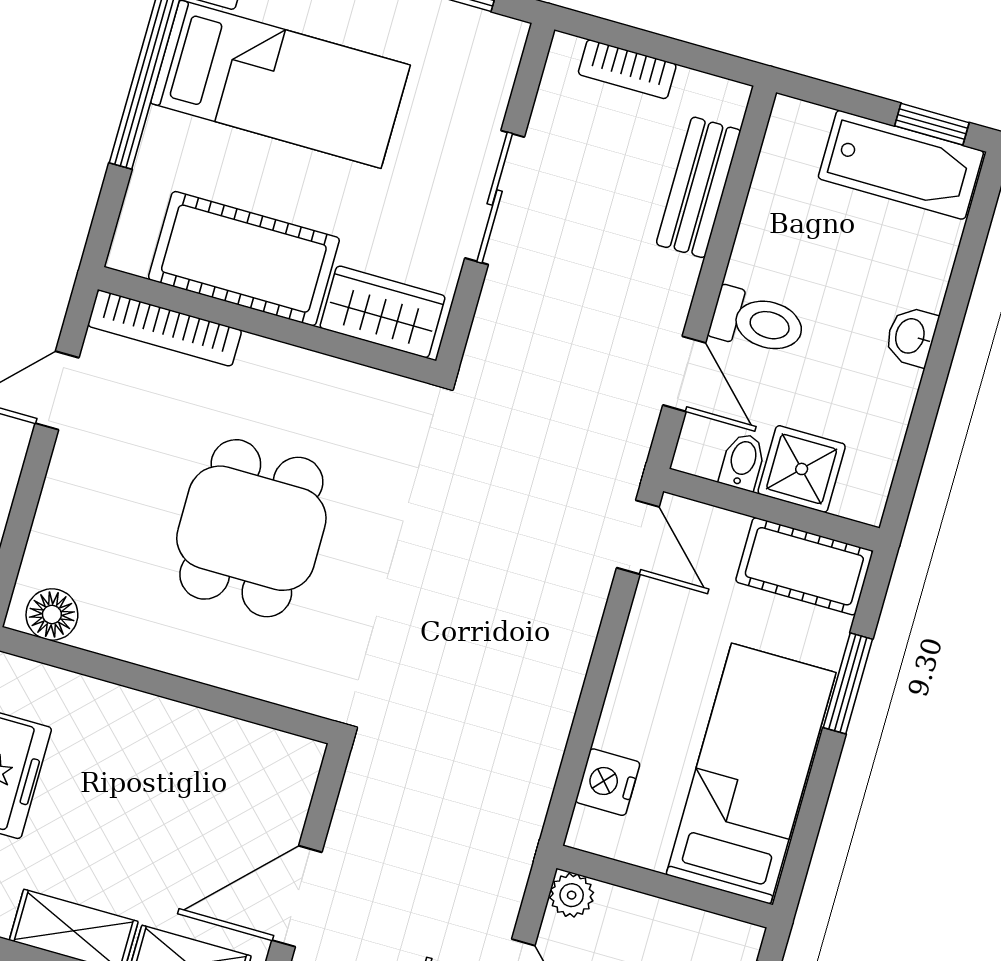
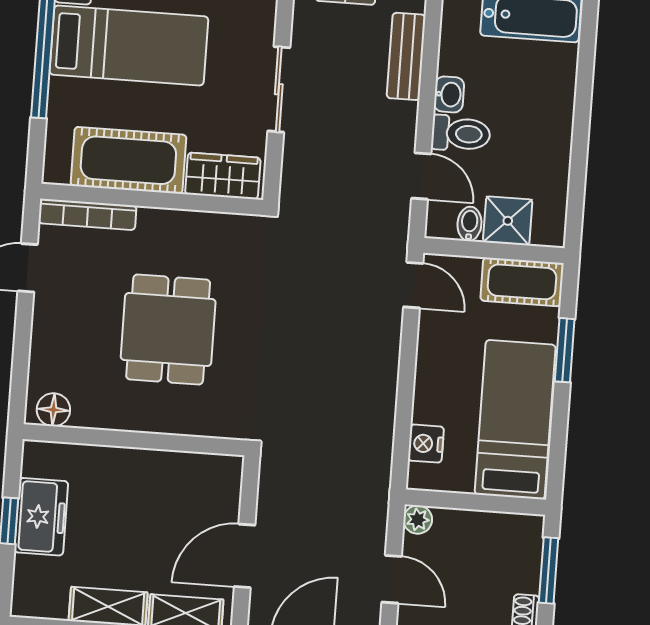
washbasin: (911, 336) -> (449, 94), moved, turned 180

